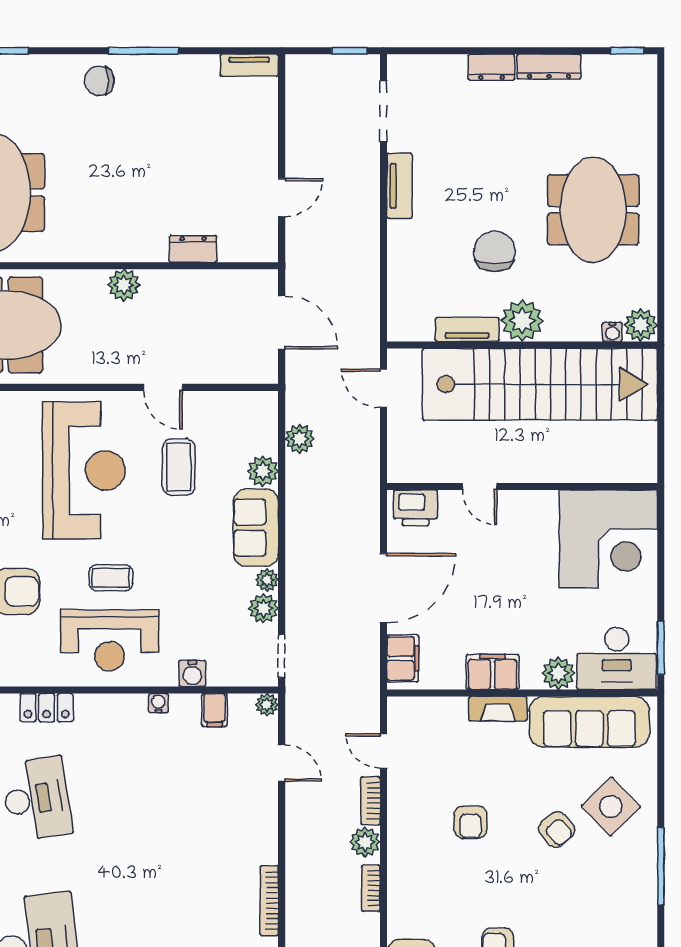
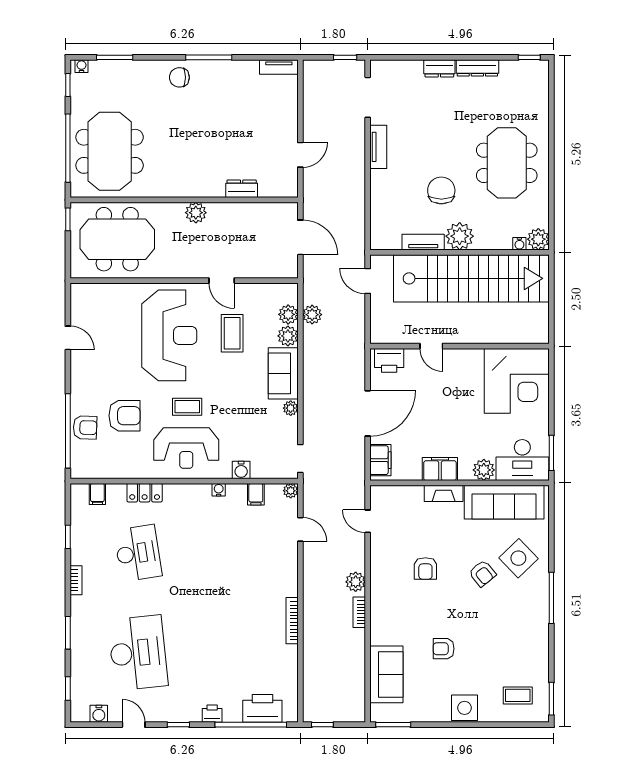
plant: (263, 608) -> (288, 314), moved
bookcase: (370, 801) -> (359, 554), removed

